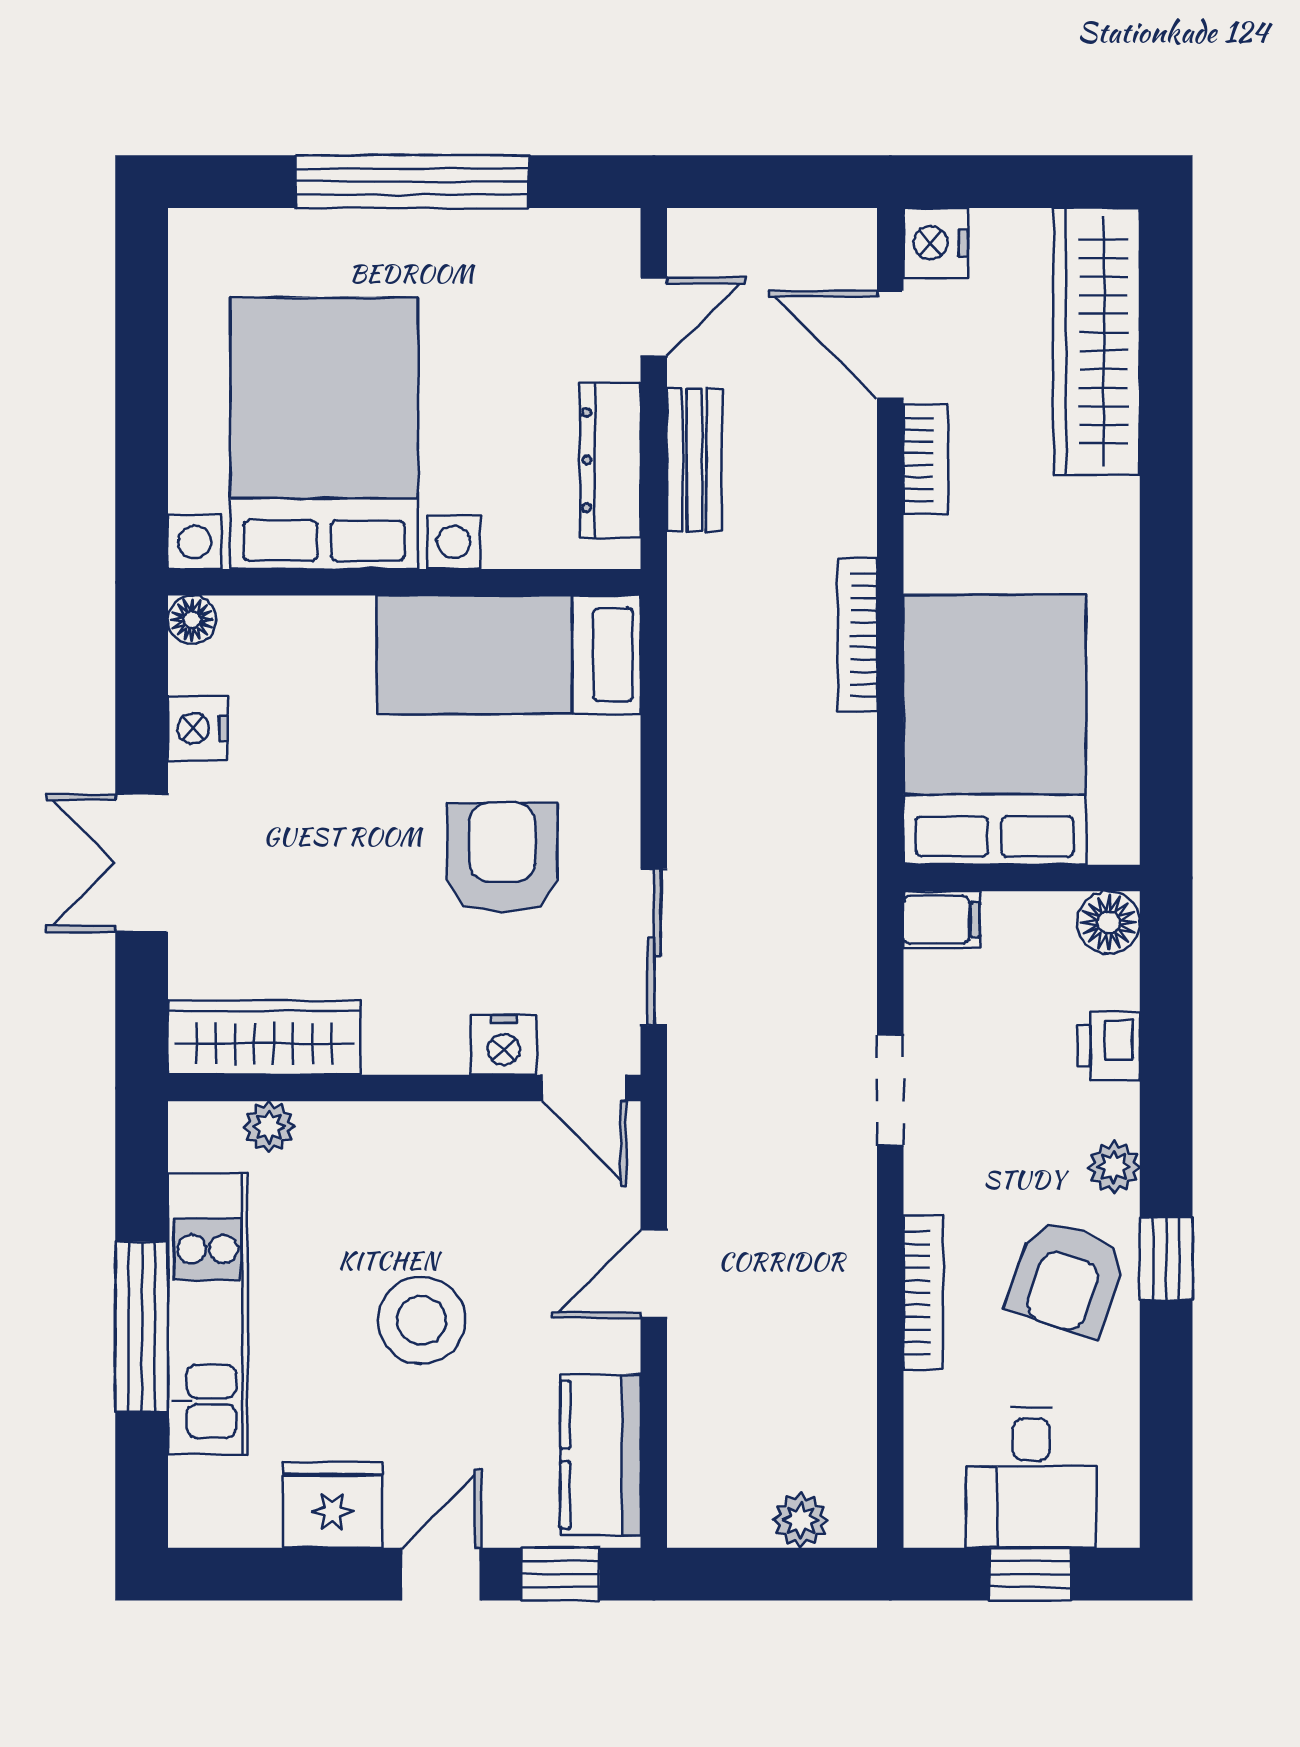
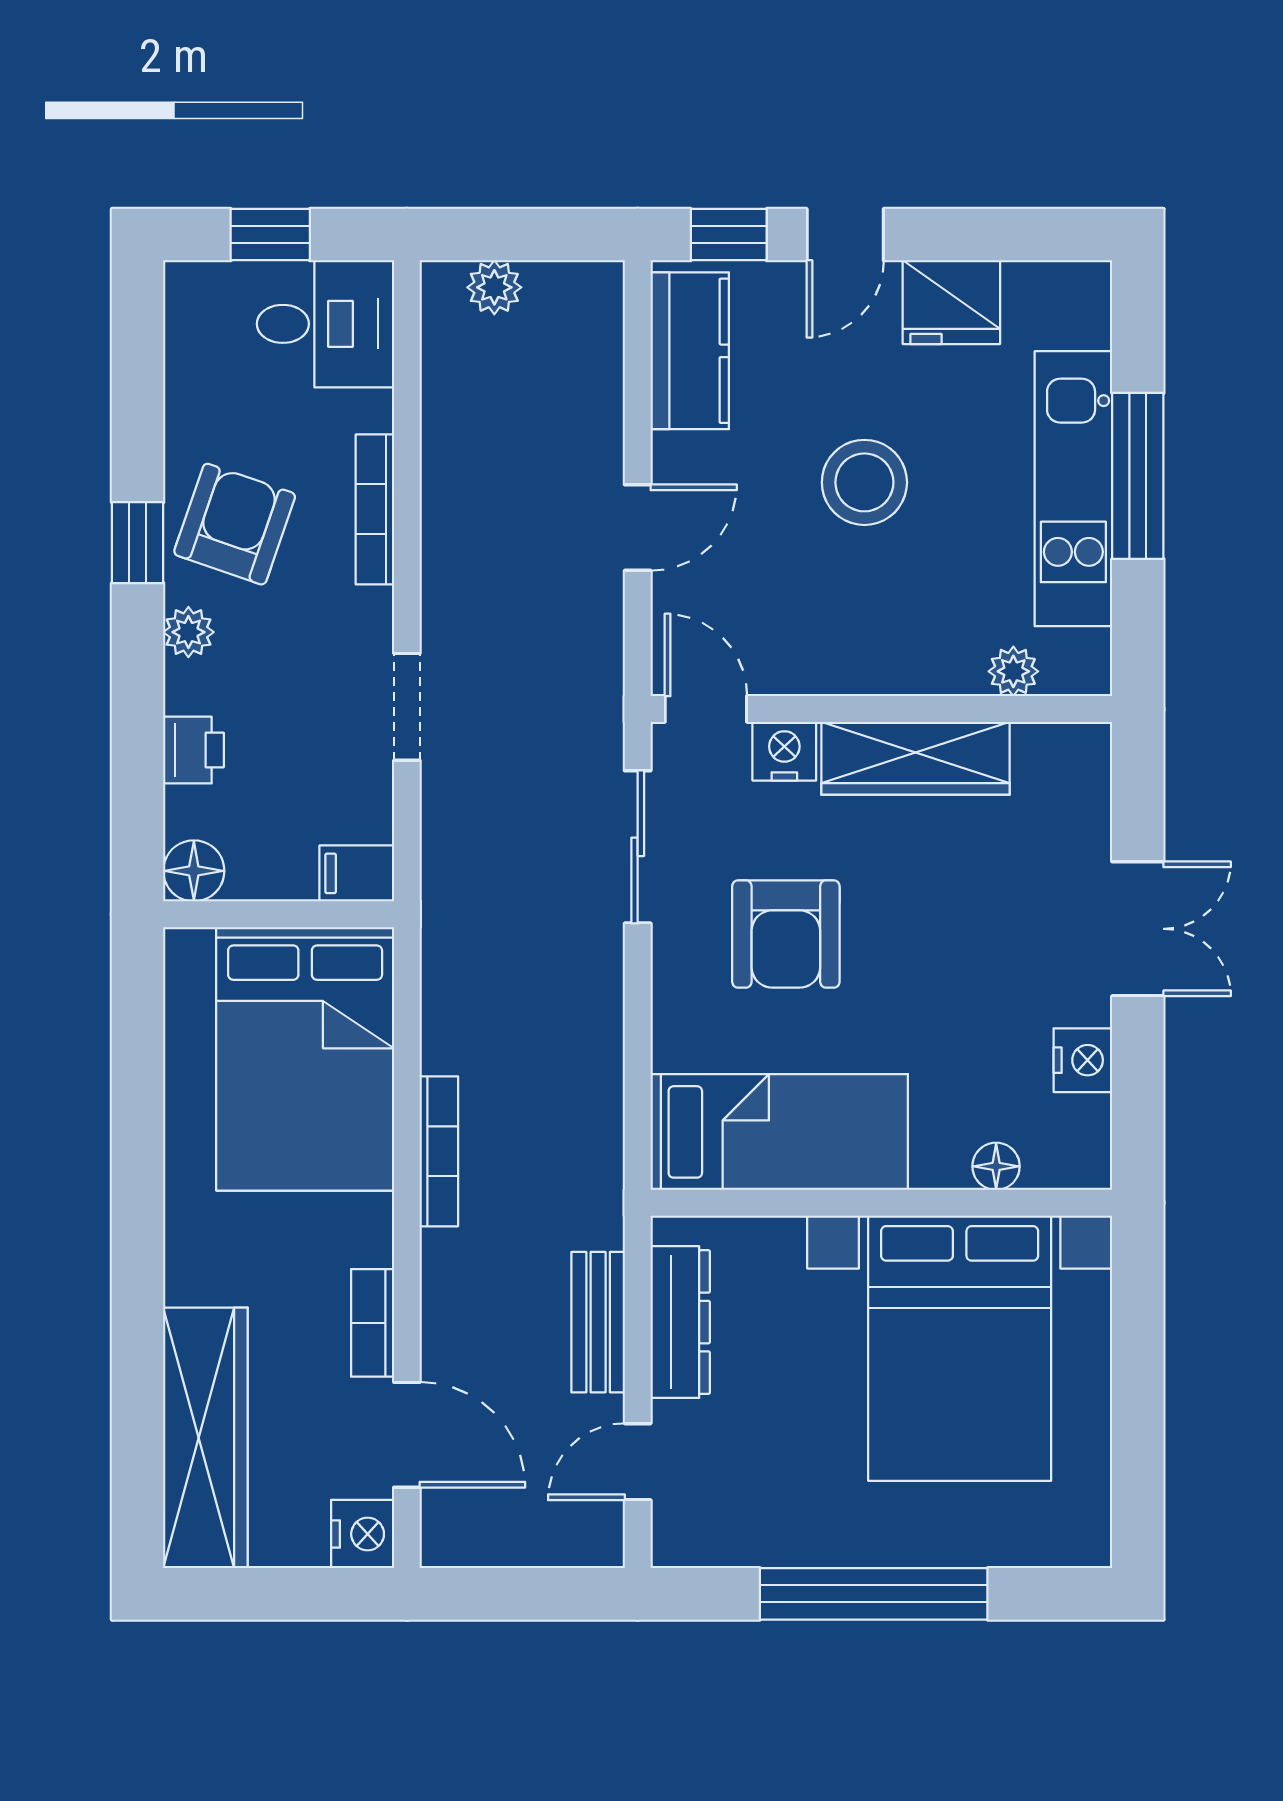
floor lamp: (192, 620) -> (996, 1166), moved
wardrobe: (264, 1038) -> (916, 758), moved
desk: (1031, 1478) -> (325, 324), moved, turned 90

